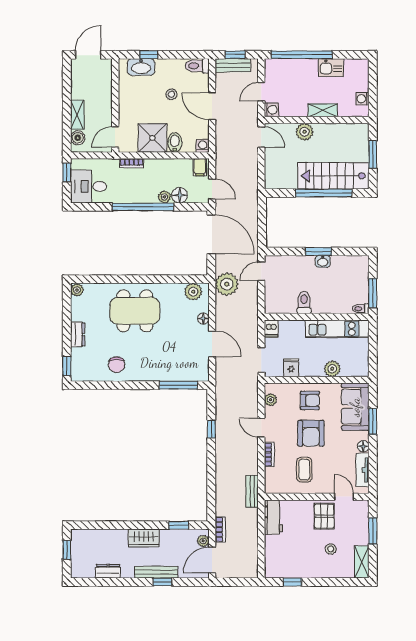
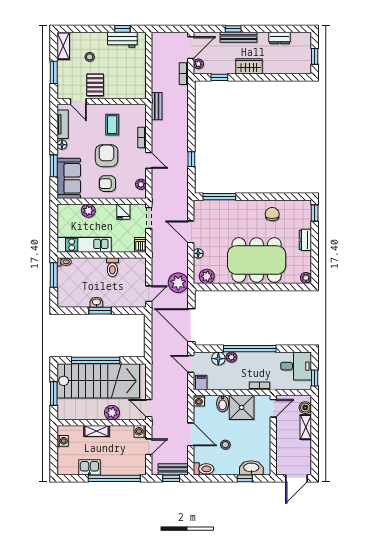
stairs: (333, 176) -> (98, 381), width x1.36, depth x1.51
dining table: (135, 311) -> (257, 260), width x1.36, depth x1.24
workbench: (273, 517) -> (122, 40), moved, turned -90

